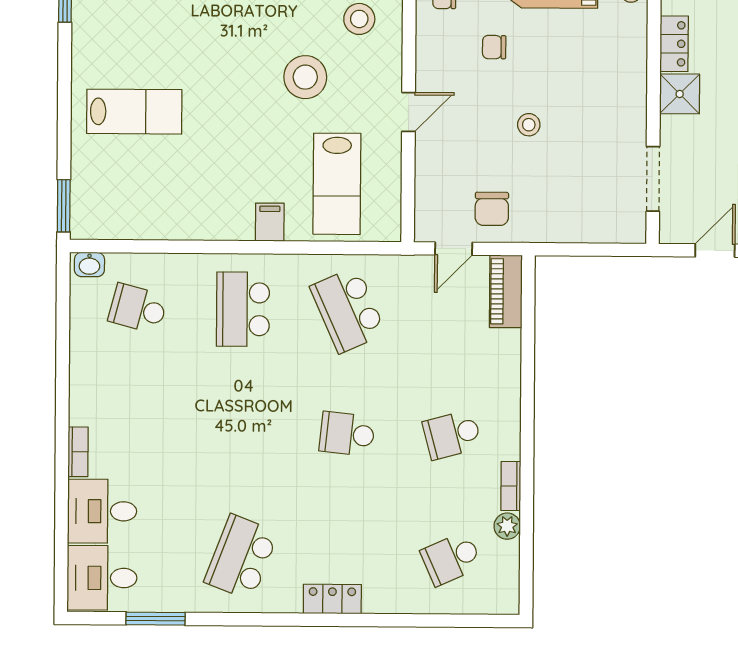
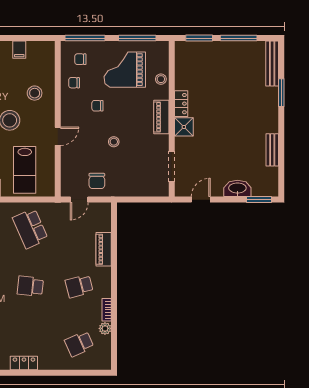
piano: (631, 72) -> (161, 117), added
piano: (506, 291) -> (104, 249), moved

